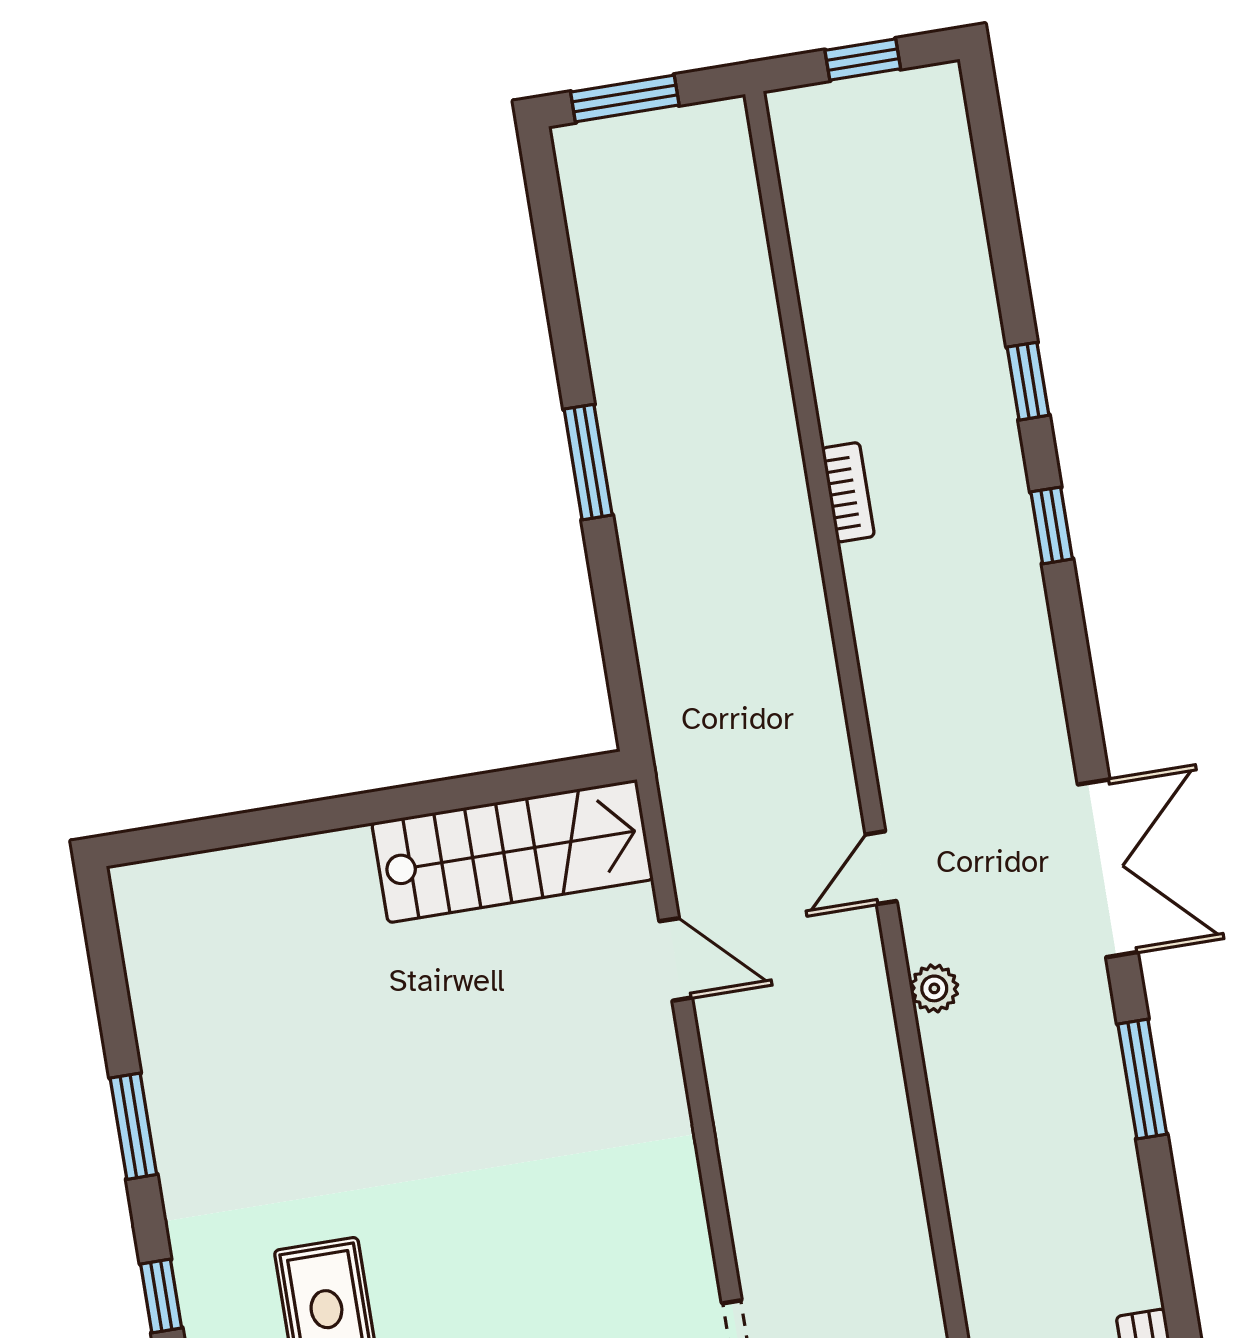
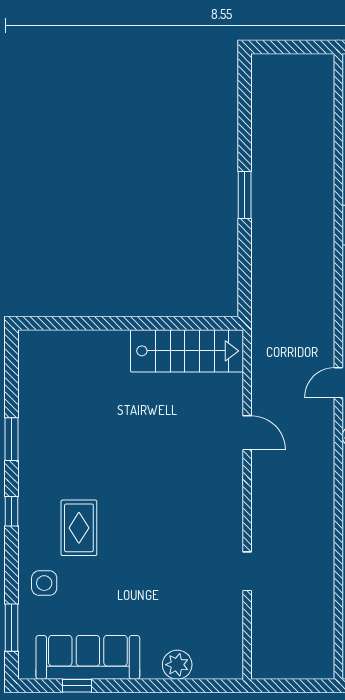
window: (625, 98) -> (284, 47), removed
door: (676, 959) -> (247, 433), moved

